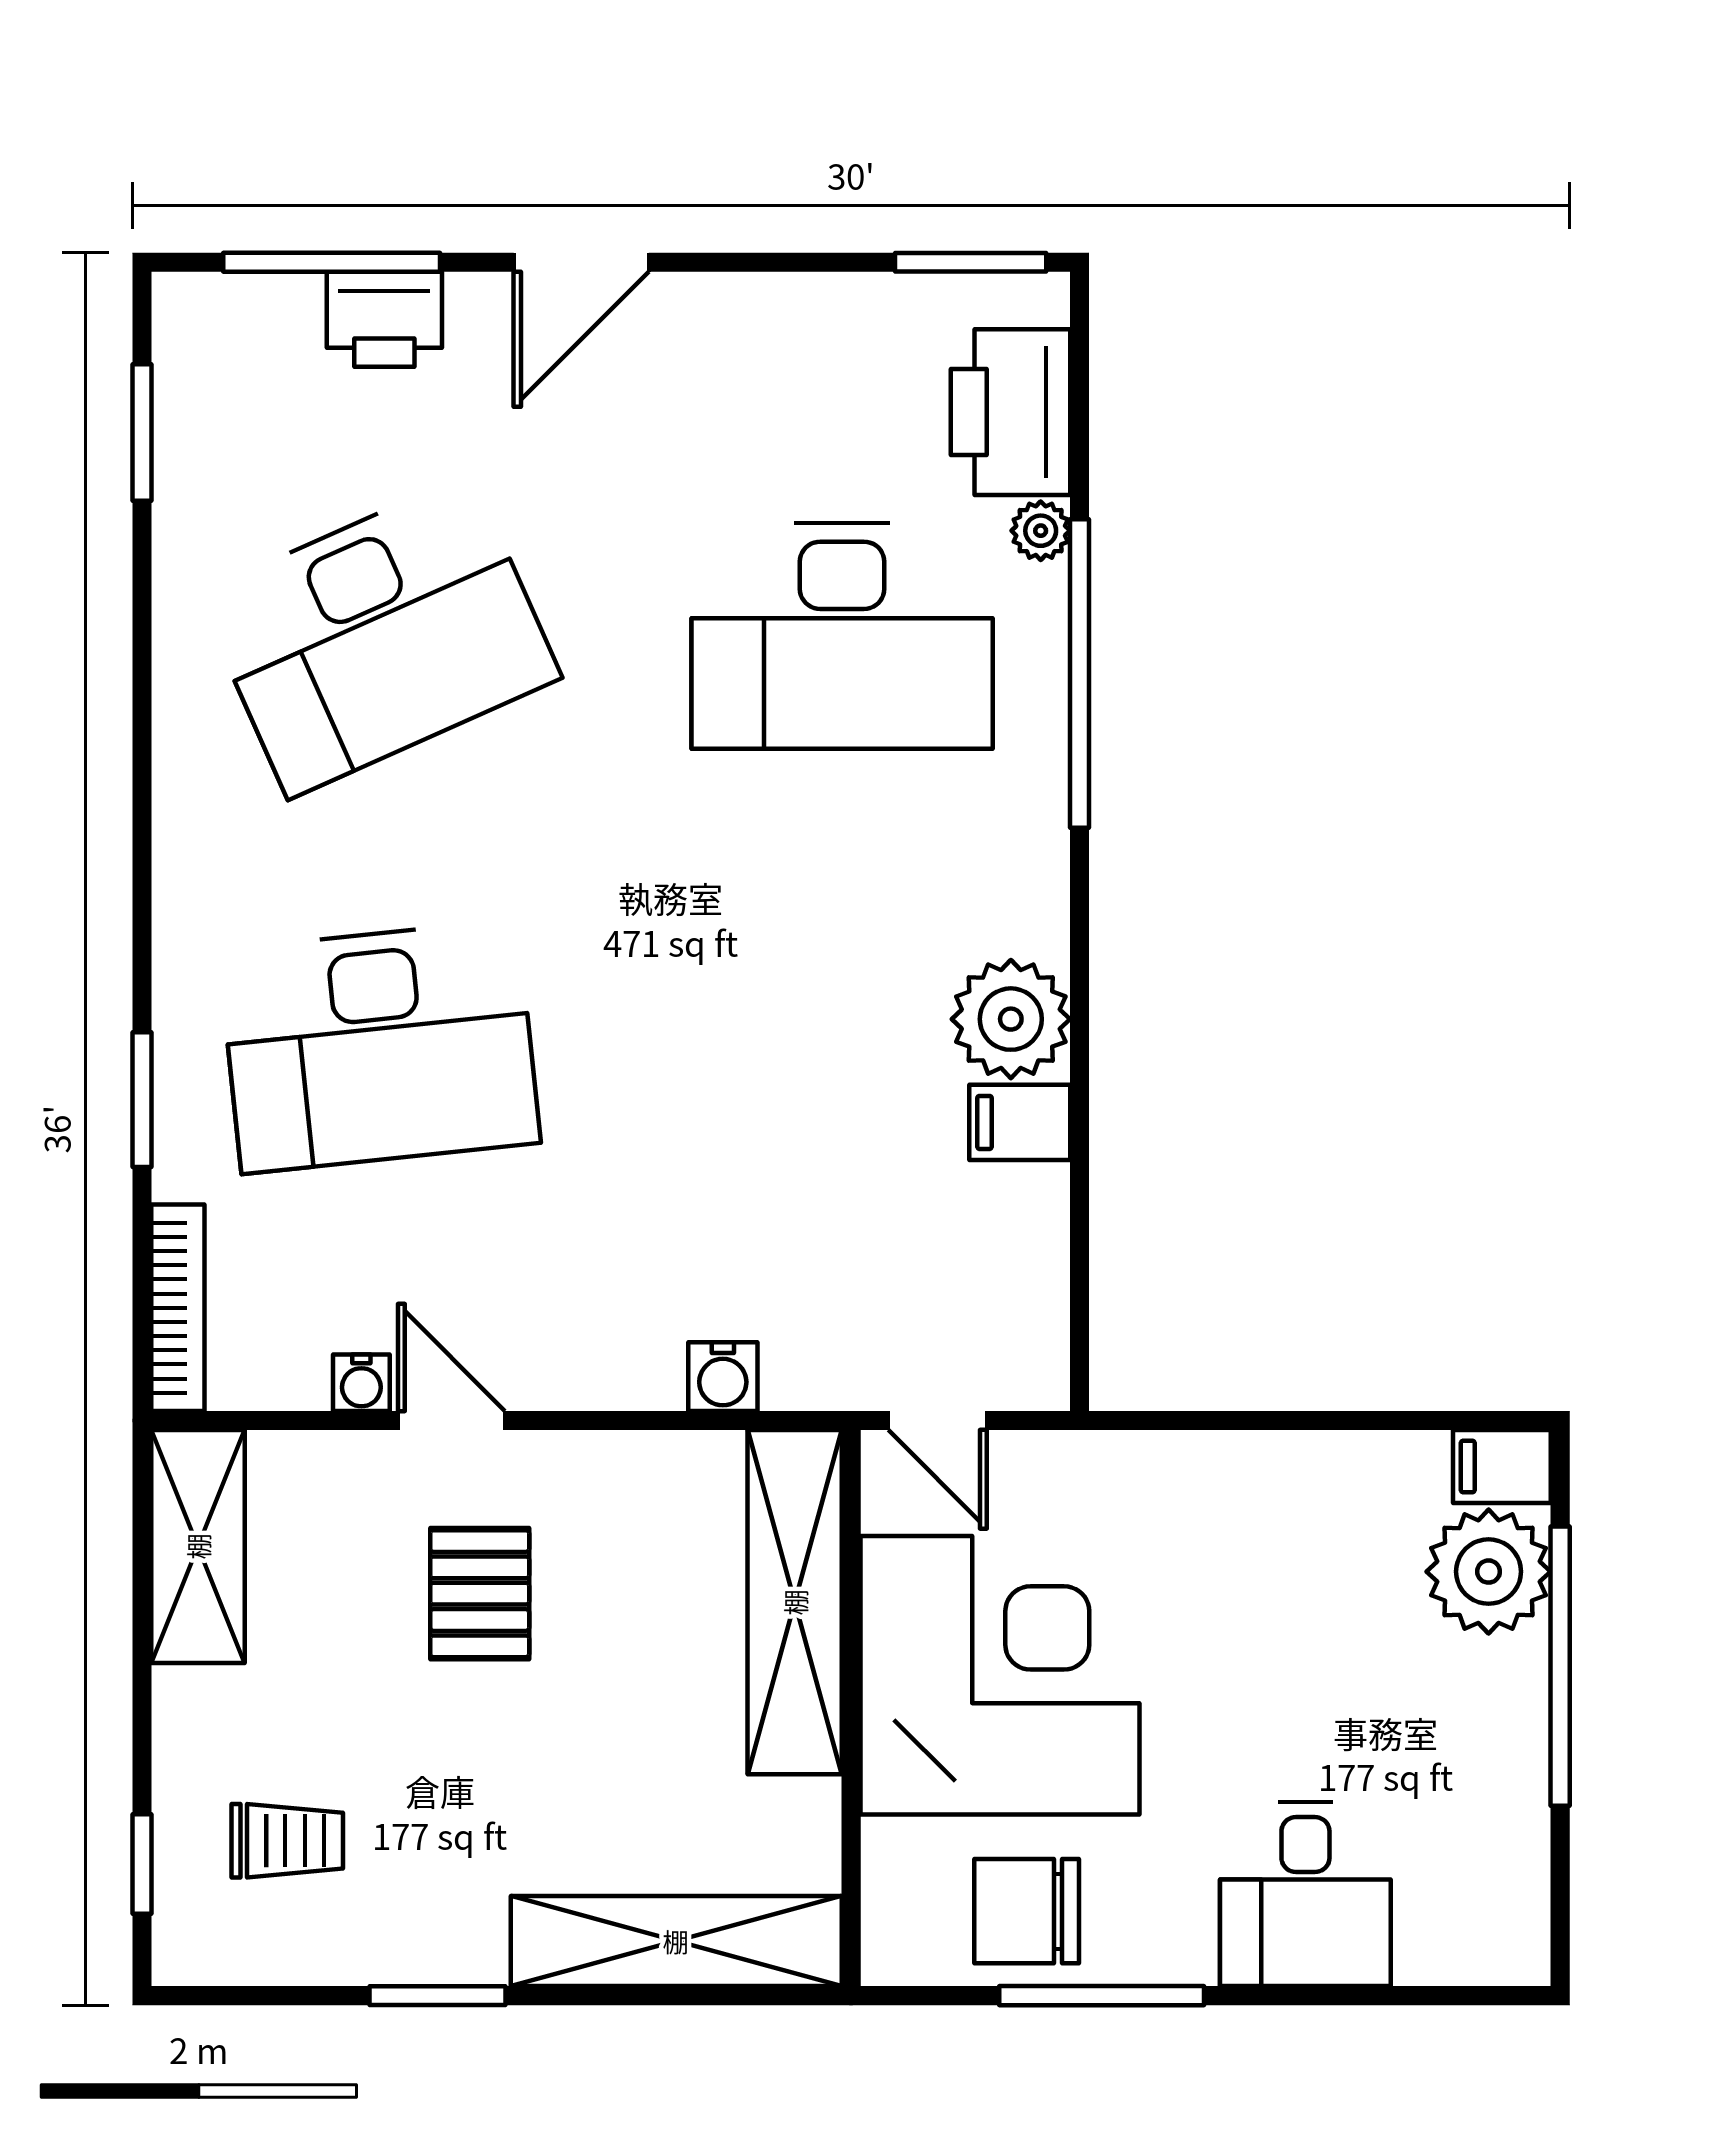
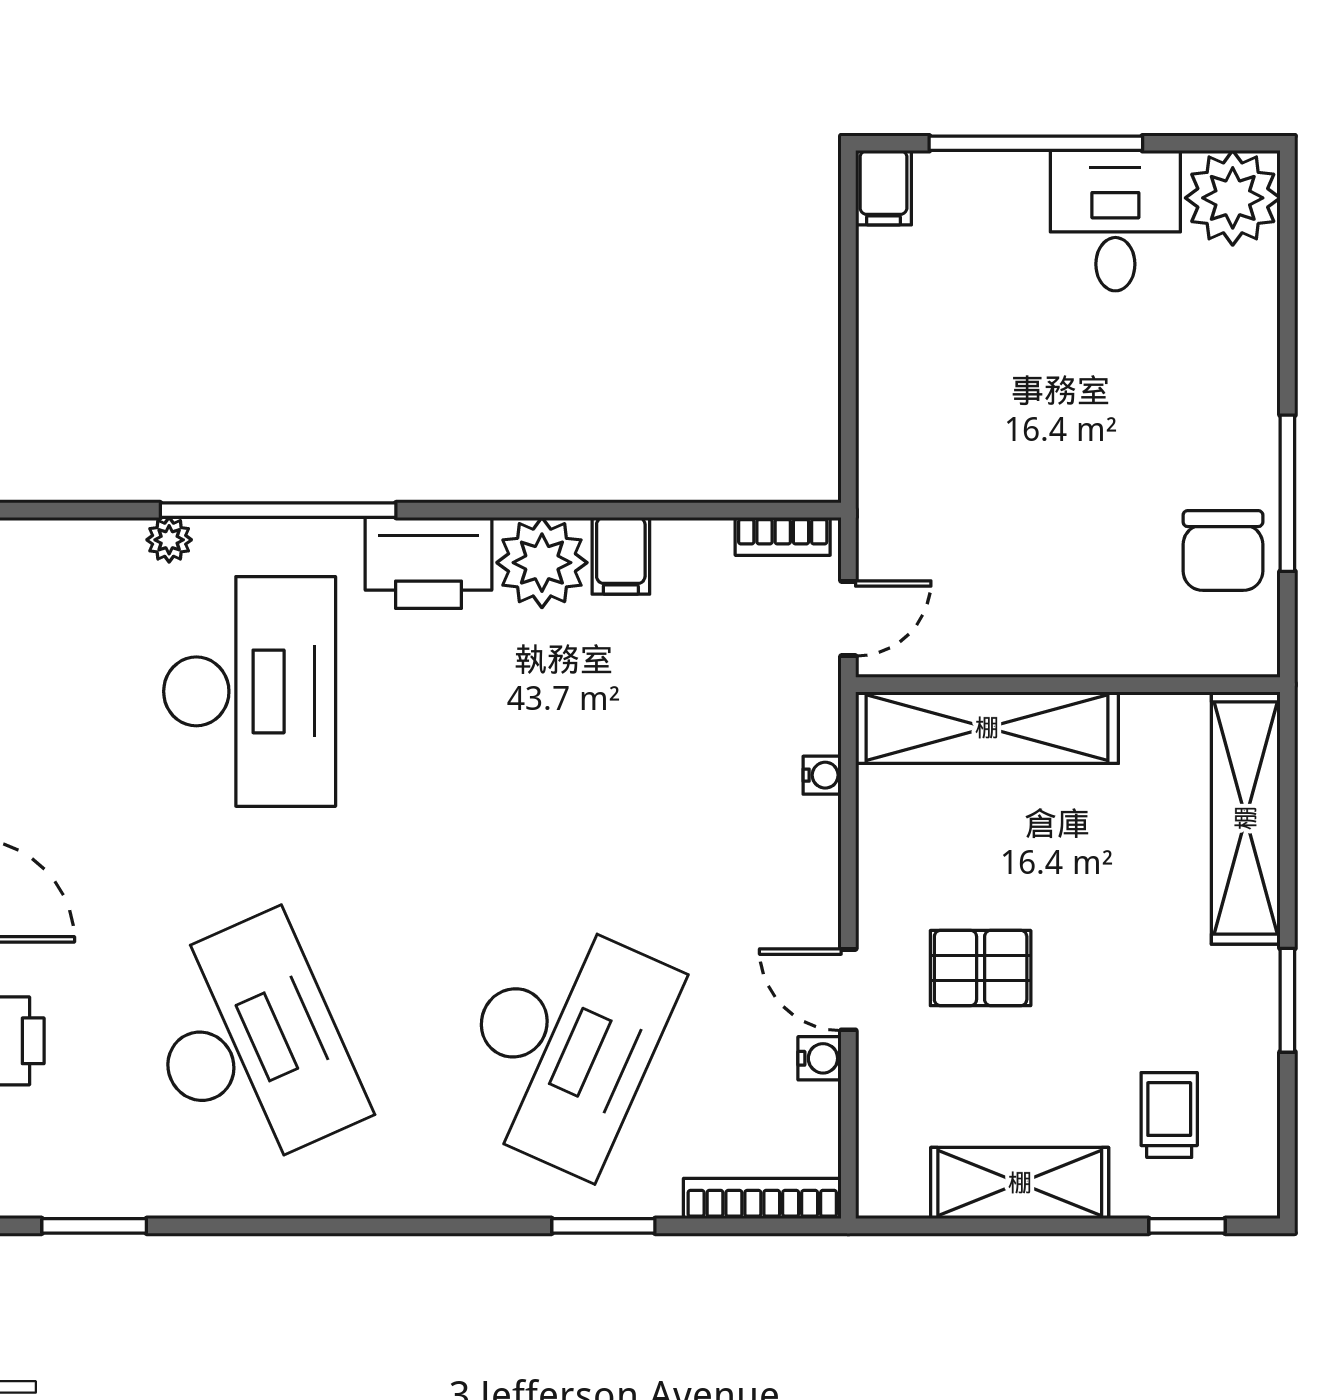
printer: (1010, 412) -> (428, 563), moved
desk: (379, 1047) -> (563, 1045), turned 30
bookcase: (1045, 1335) -> (783, 536), added
water cooler: (723, 1377) -> (822, 775), width x0.72, depth x0.72
door: (451, 1420) -> (848, 990), hinge flipped
shelving: (198, 1546) -> (1020, 1183), moved
plant: (1489, 1572) -> (1233, 198), moved
corner desk: (1000, 1675) -> (1043, 571), removed
desk: (1305, 1894) -> (1115, 221), moved, turned -90

